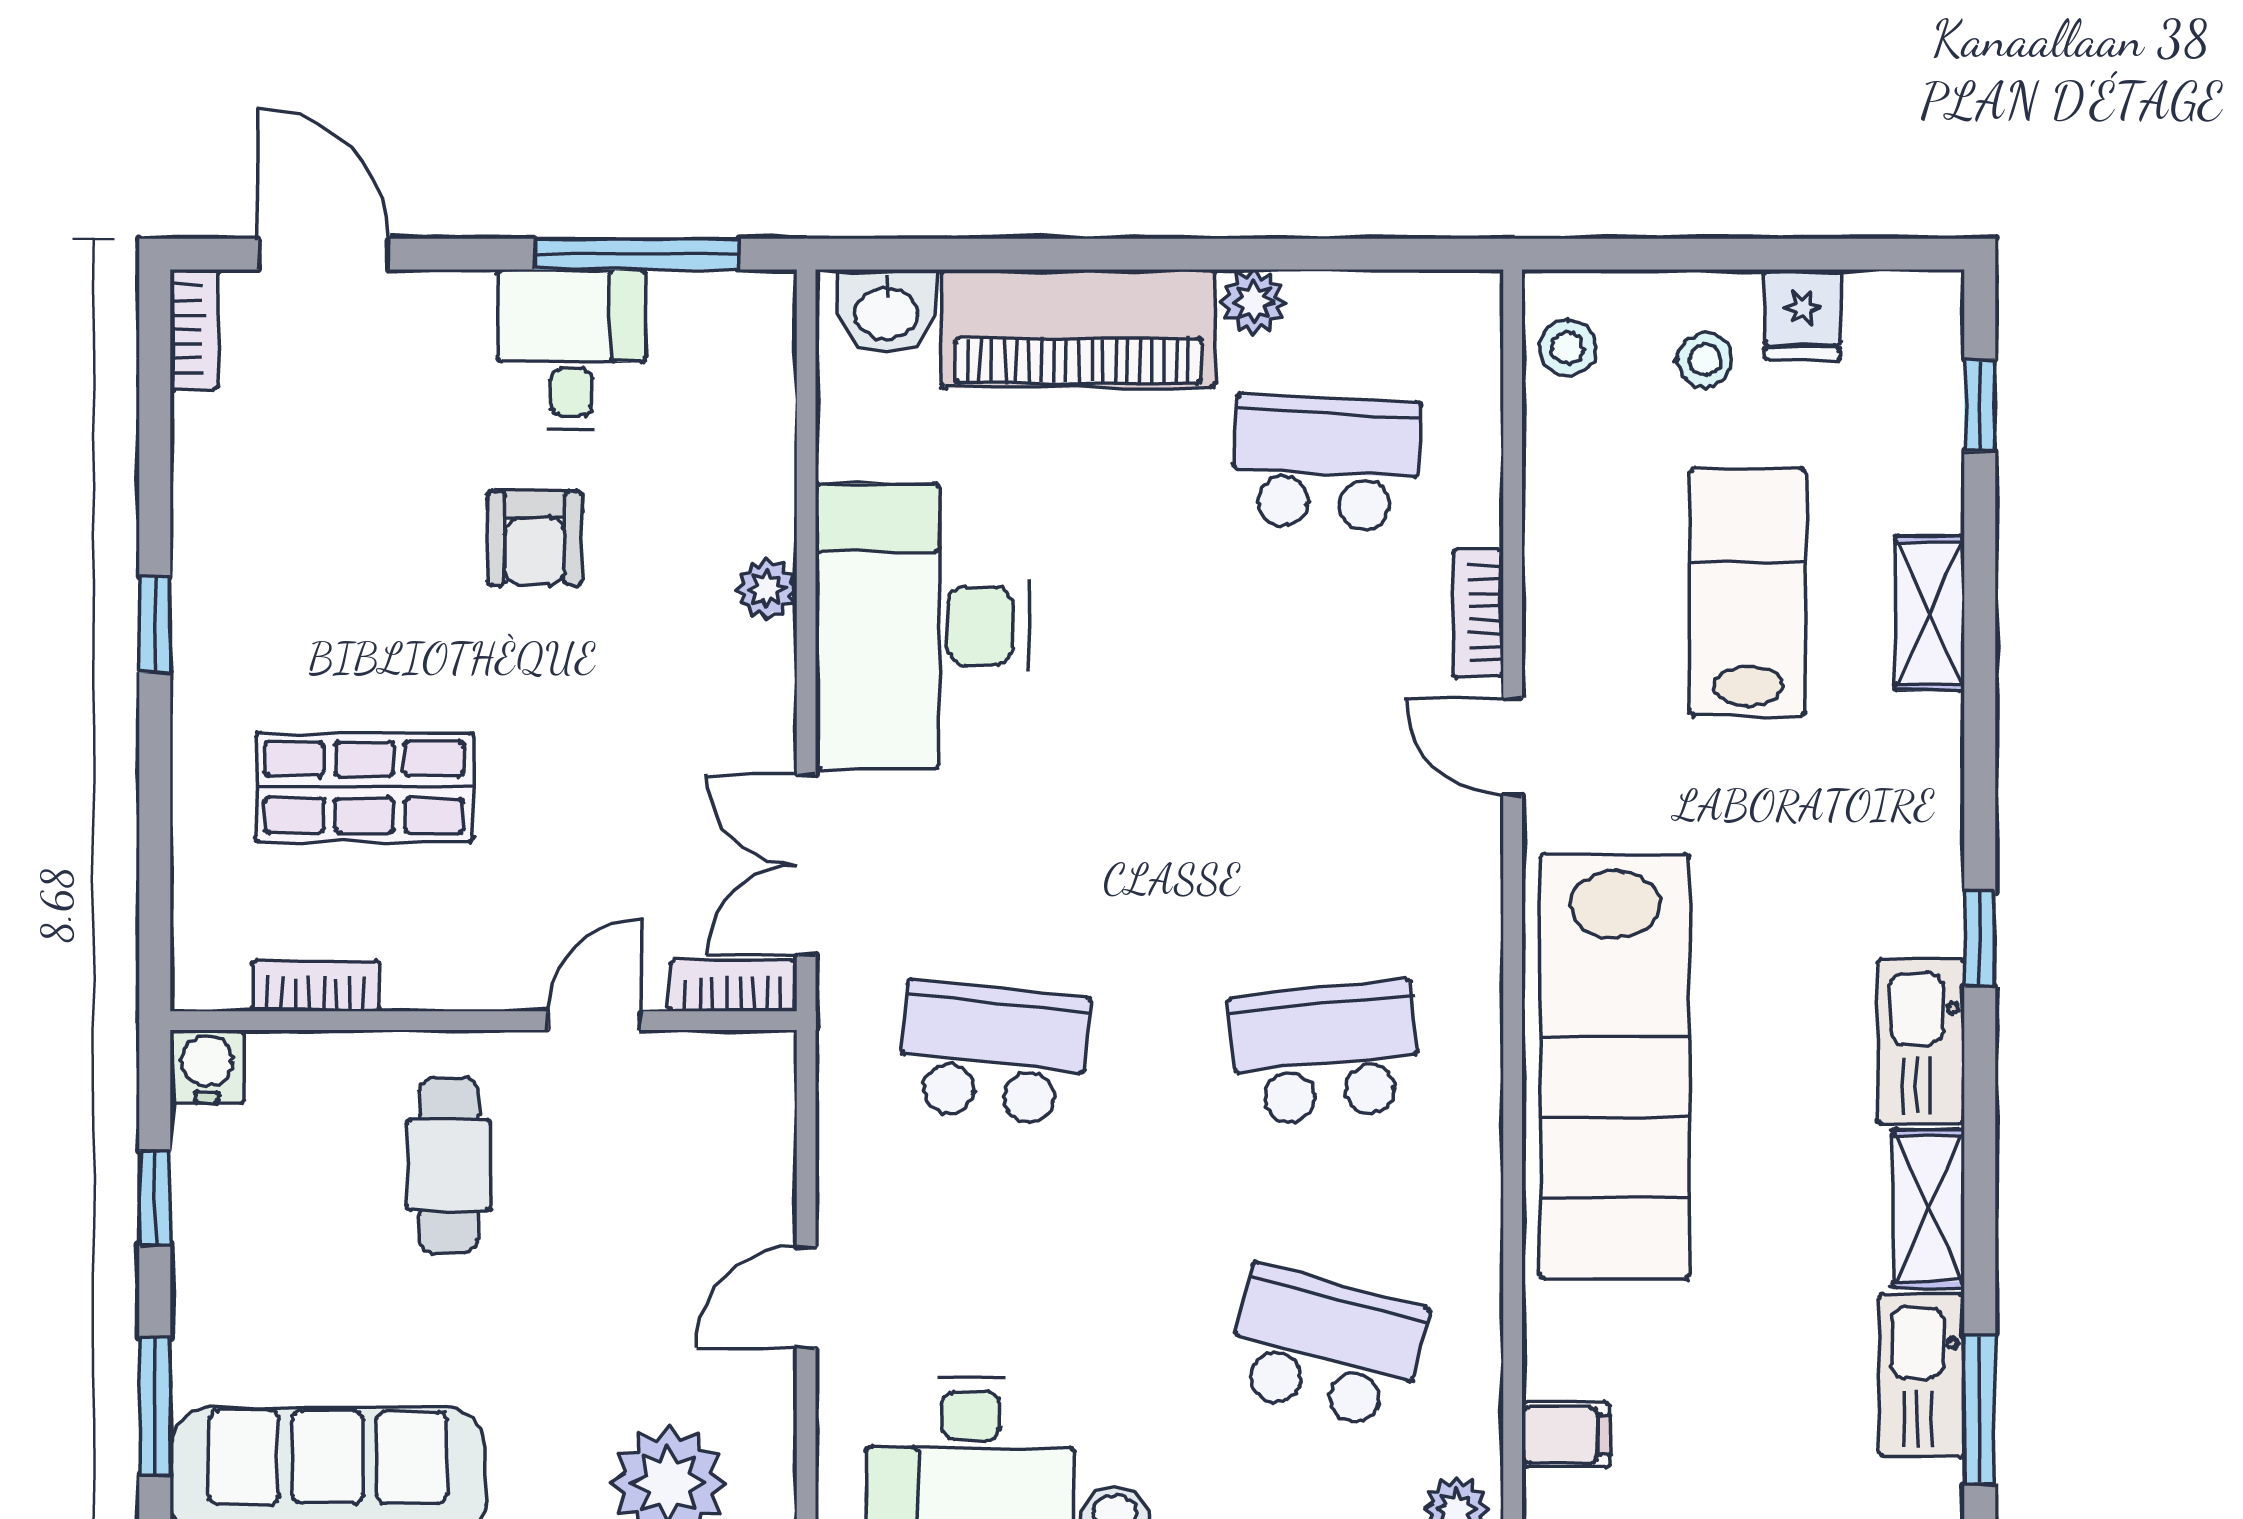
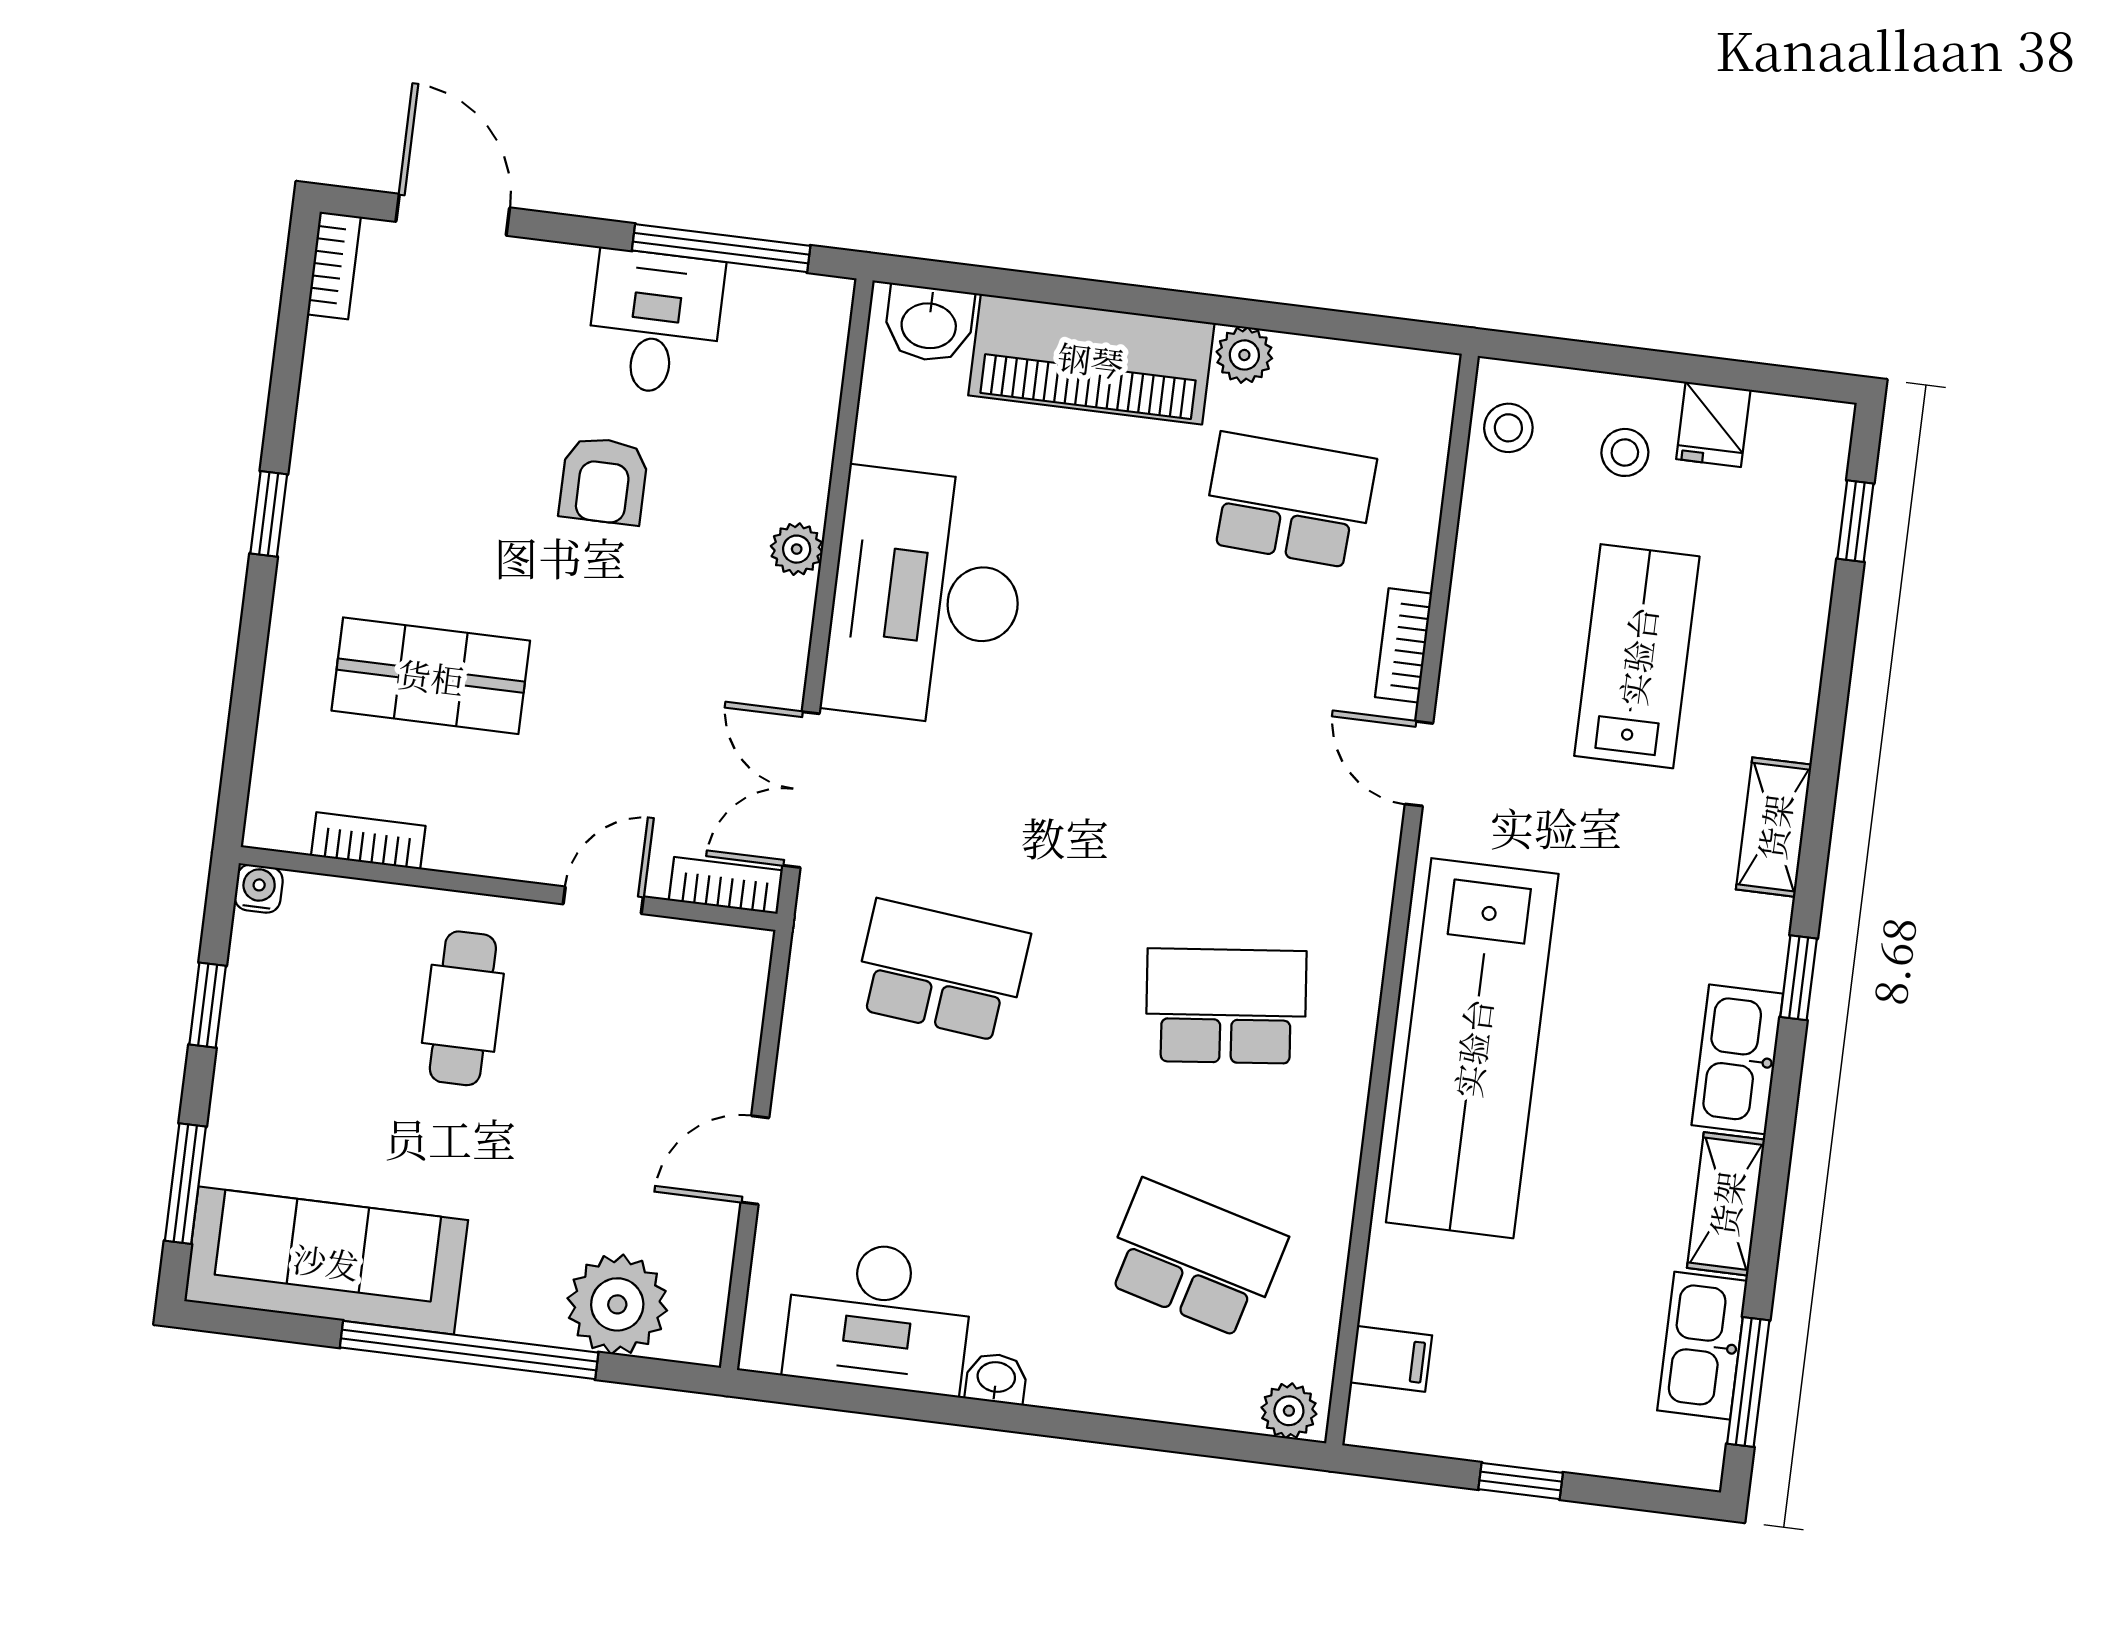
shelving: (1930, 613) -> (1774, 827), moved
water cooler: (207, 1067) -> (259, 889), width x0.72, depth x0.72

